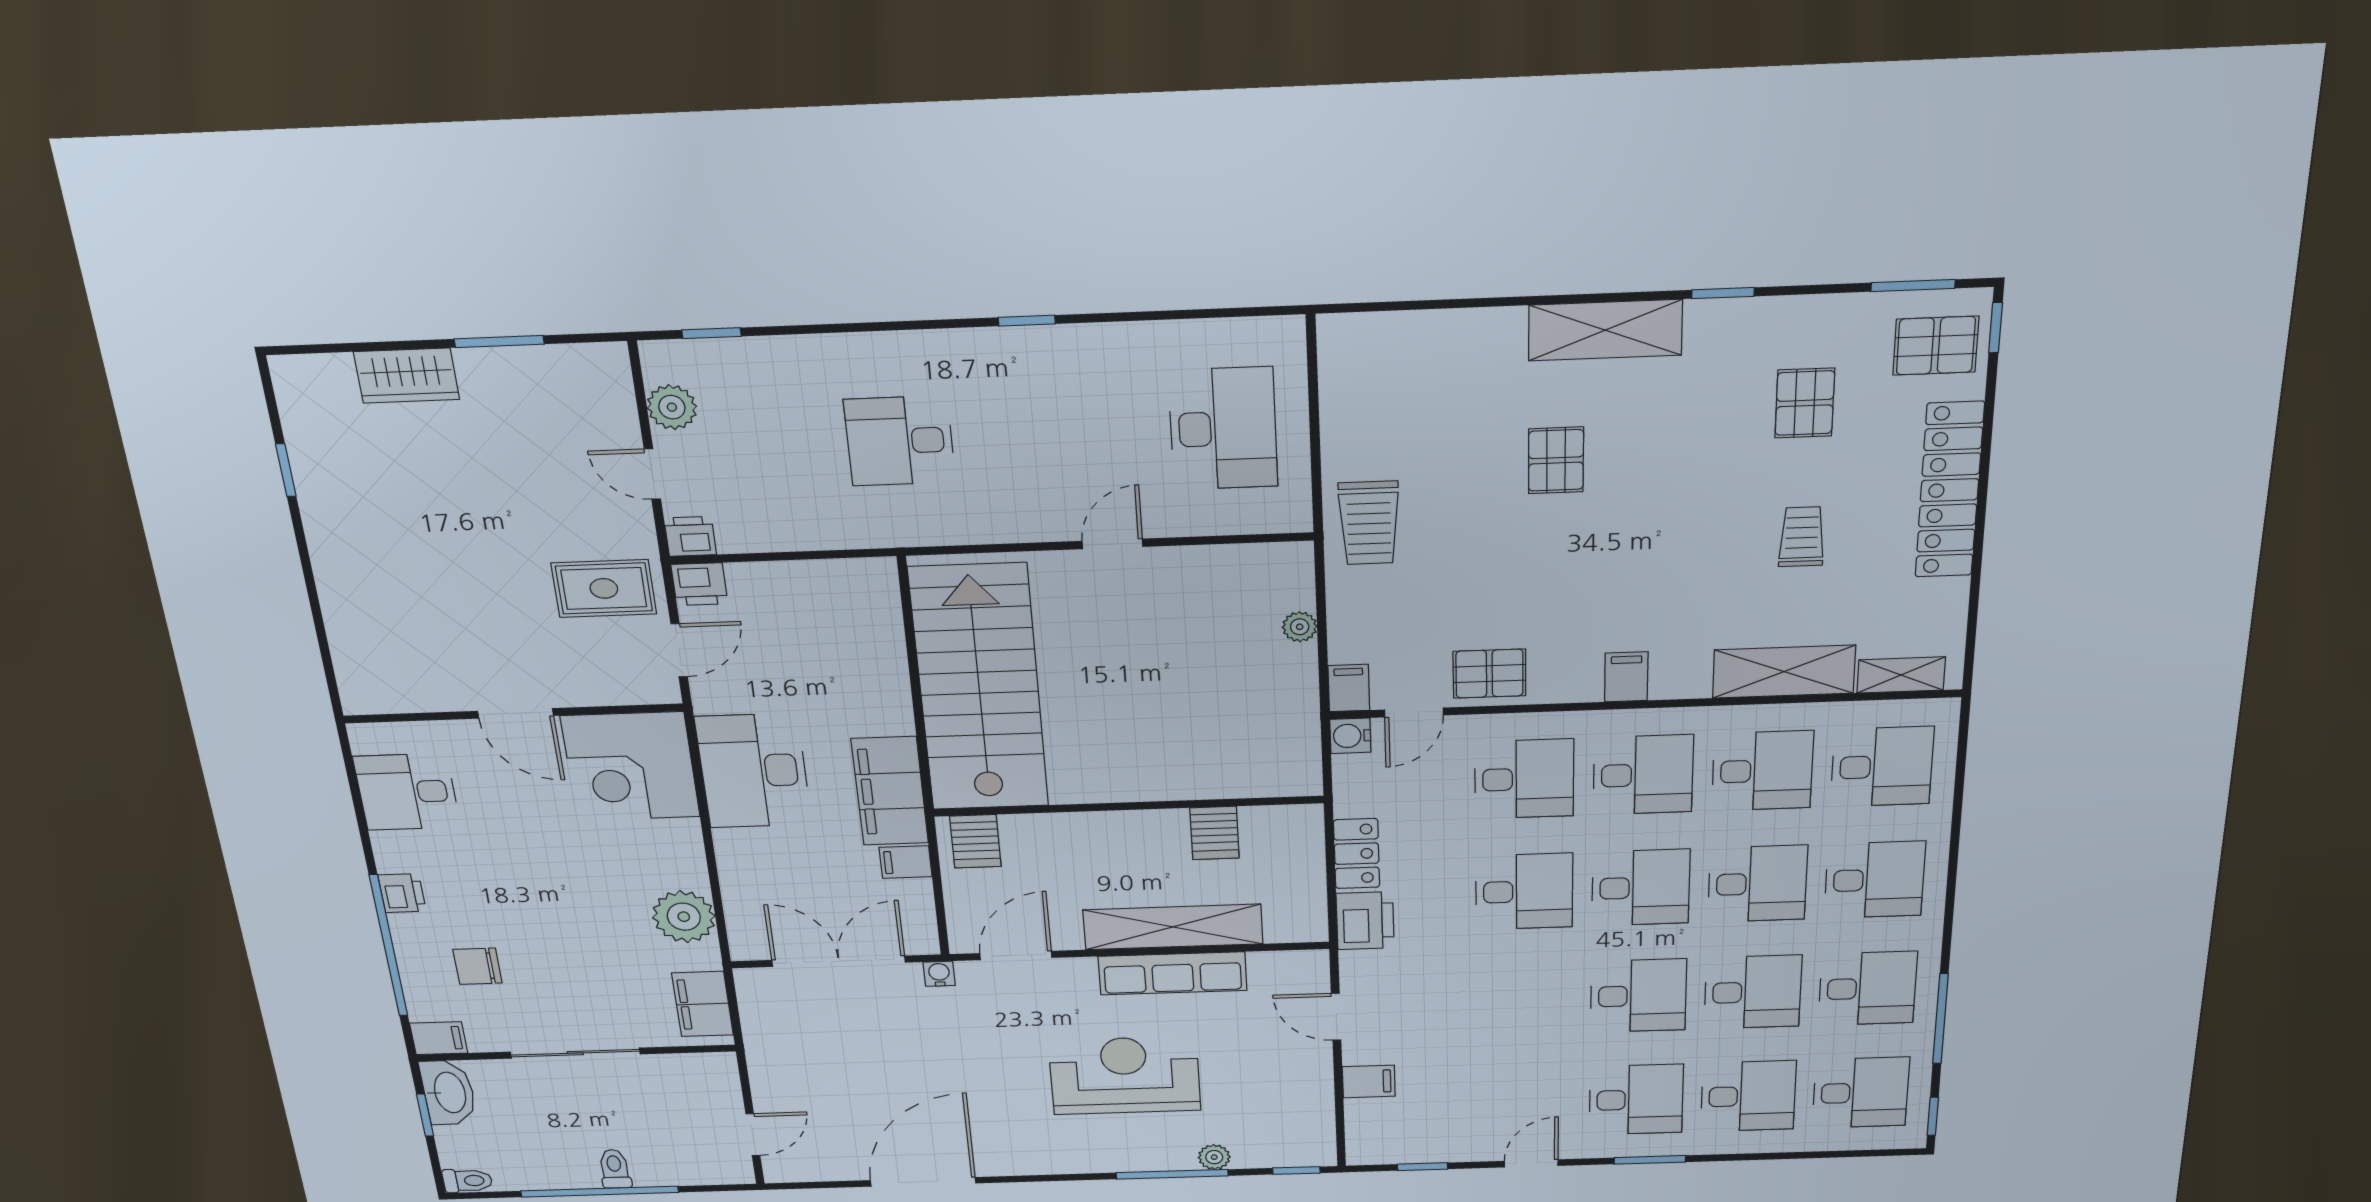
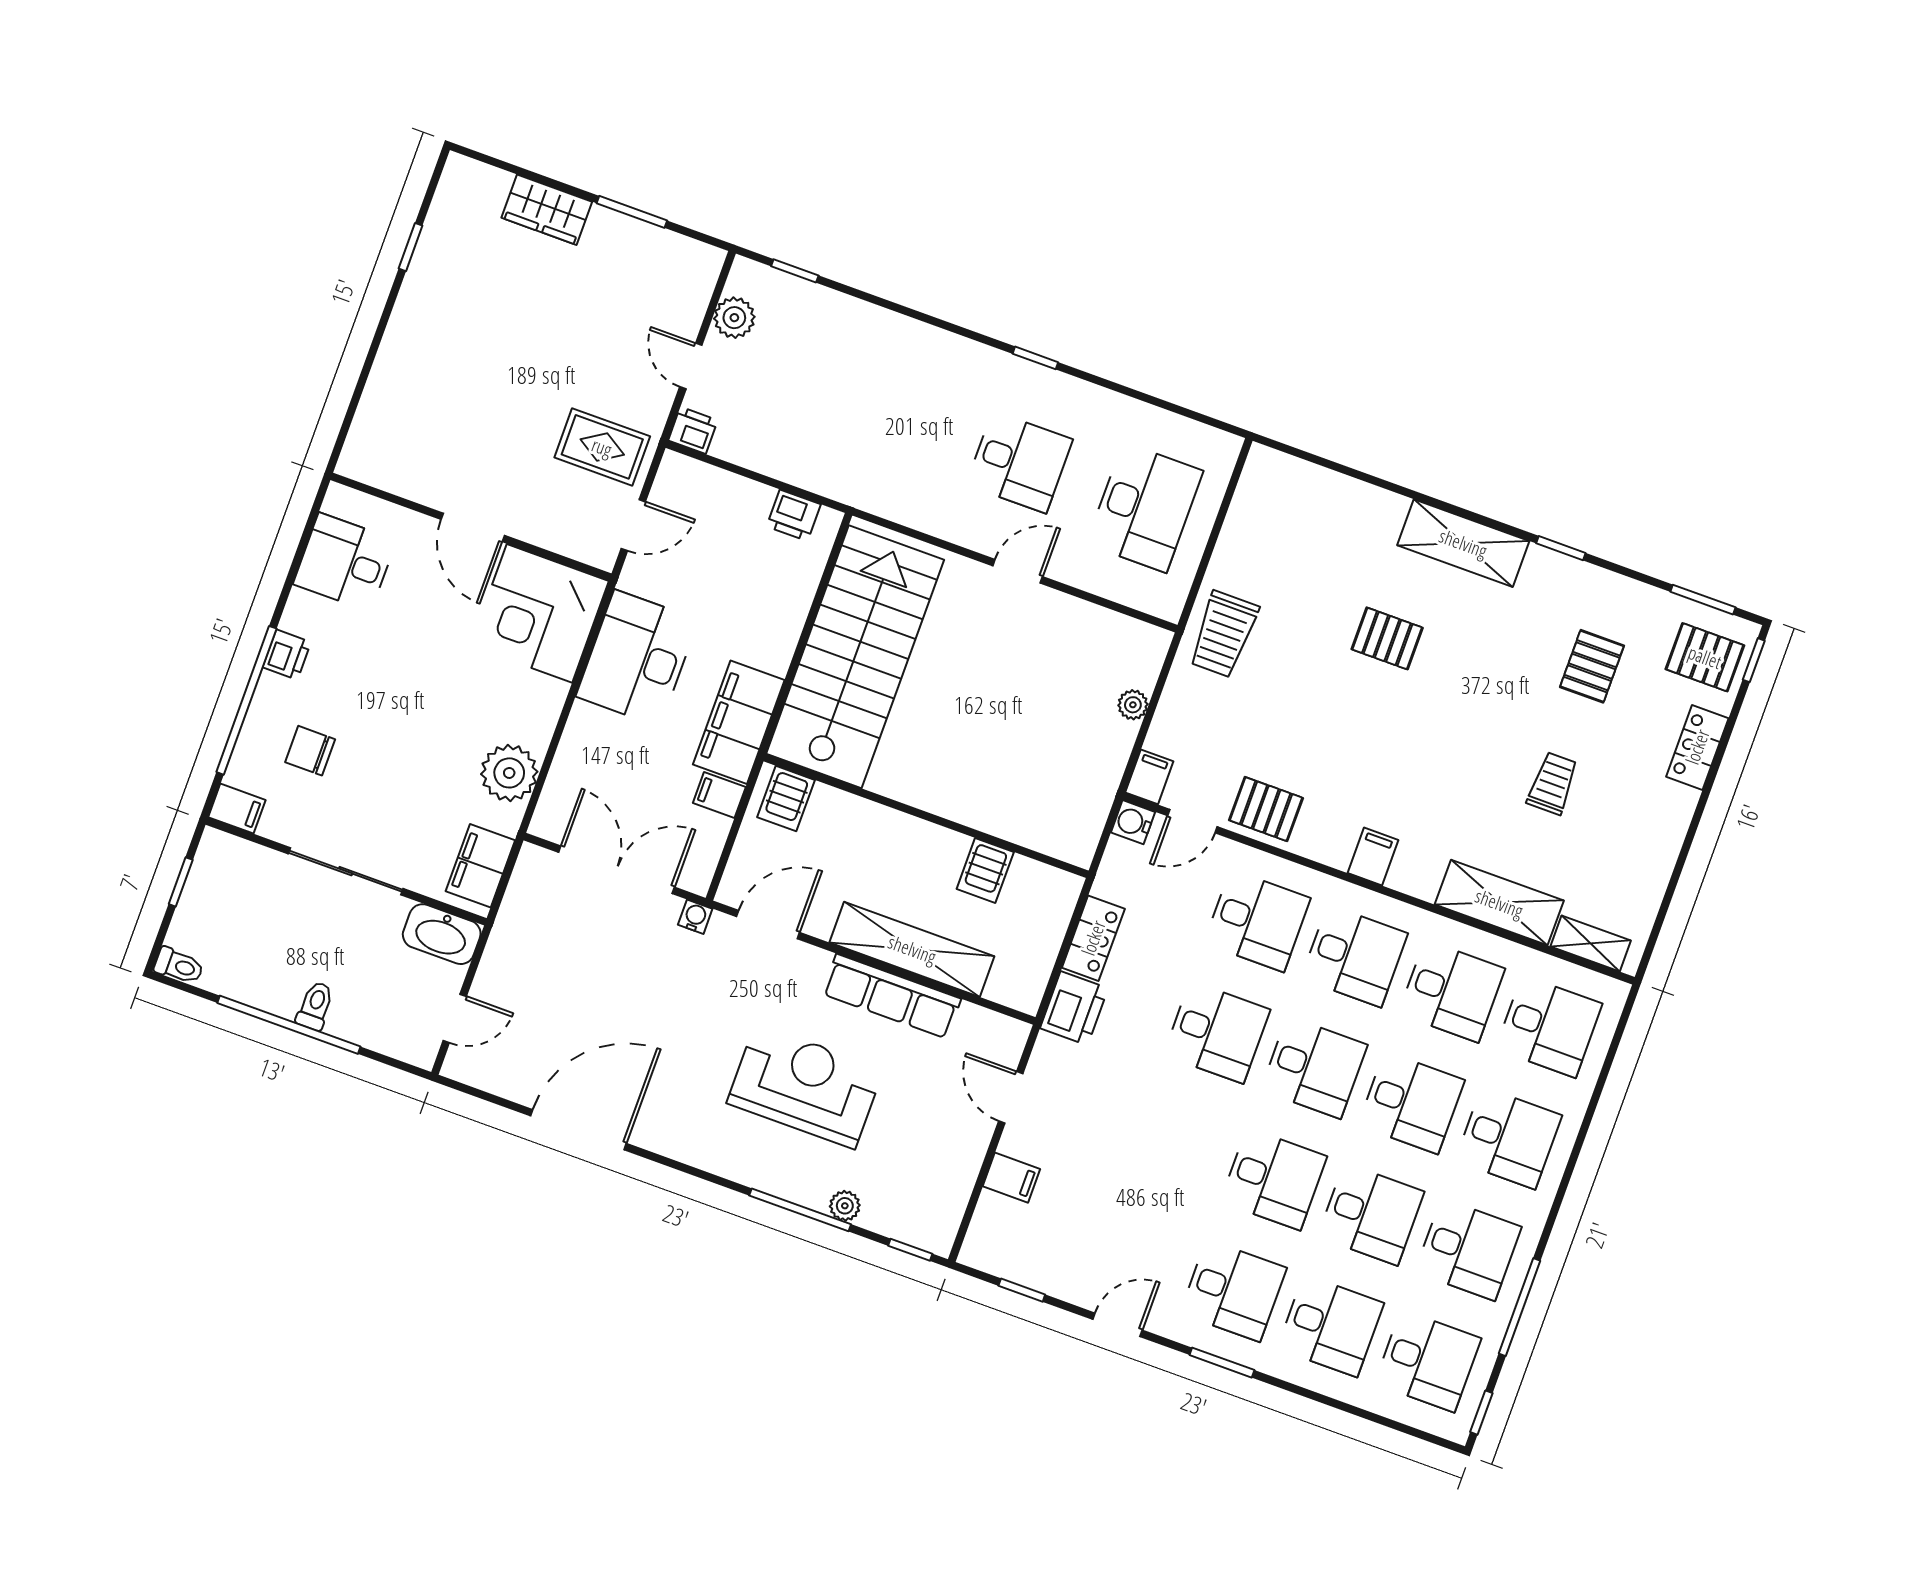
desk: (900, 441) -> (1019, 462), moved, turned 180
pallet: (1556, 460) -> (1387, 638), turned 90
locker: (1949, 490) -> (1697, 747), width x0.46, depth x0.83
printer: (699, 584) -> (794, 515), moved
washbasin: (449, 1093) -> (442, 934), moved, turned 90

